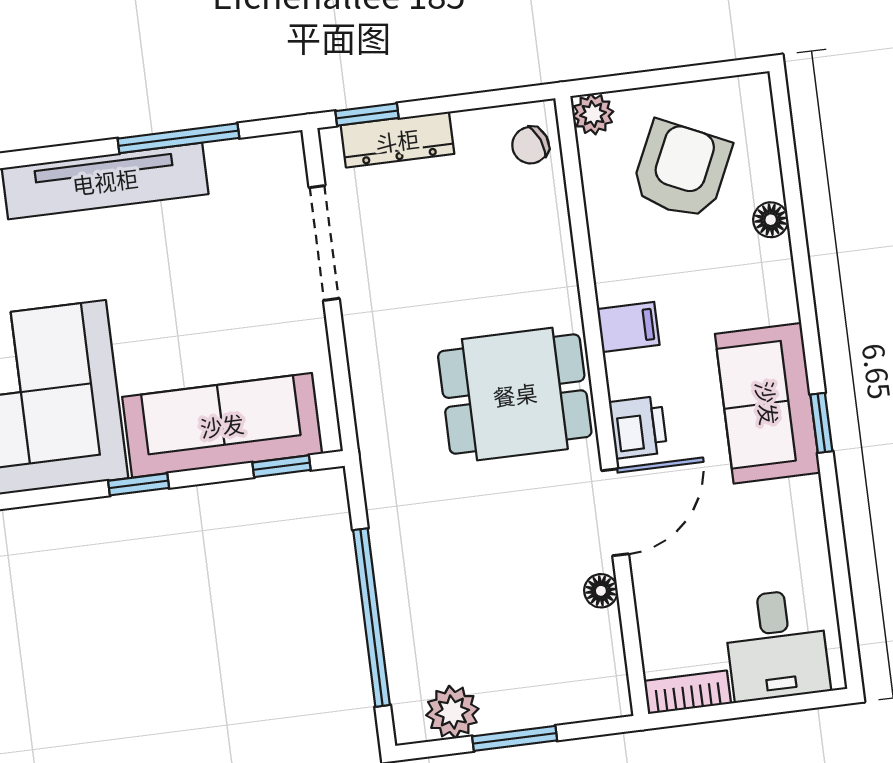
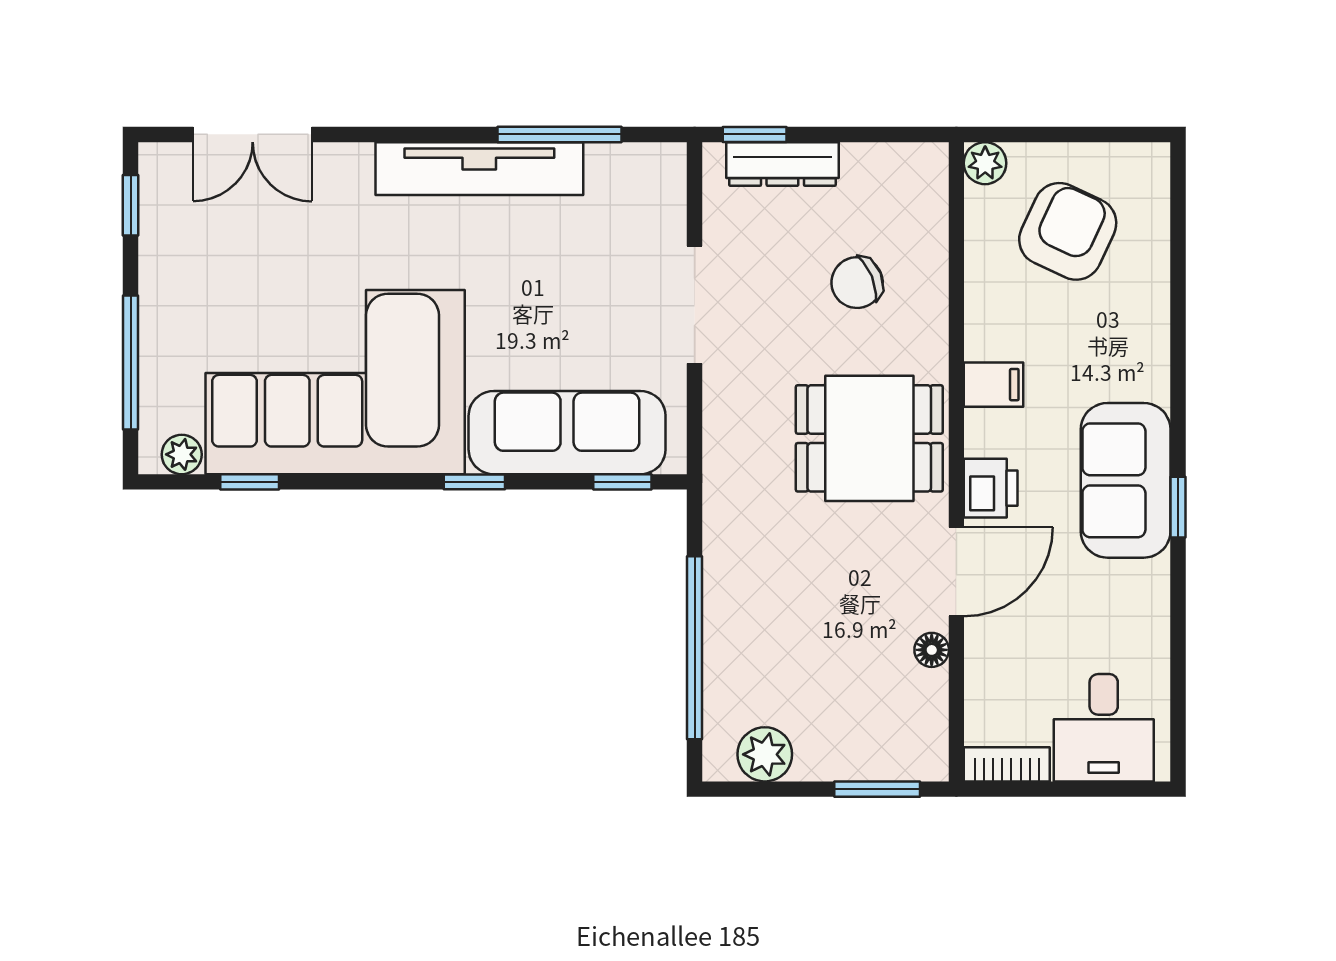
chair: (530, 145) -> (857, 283), moved, width x1.37, depth x1.37
floor lamp: (771, 220) -> (1152, 294), removed
doorway: (324, 243) -> (695, 305), moved
window: (515, 738) -> (877, 789), moved

